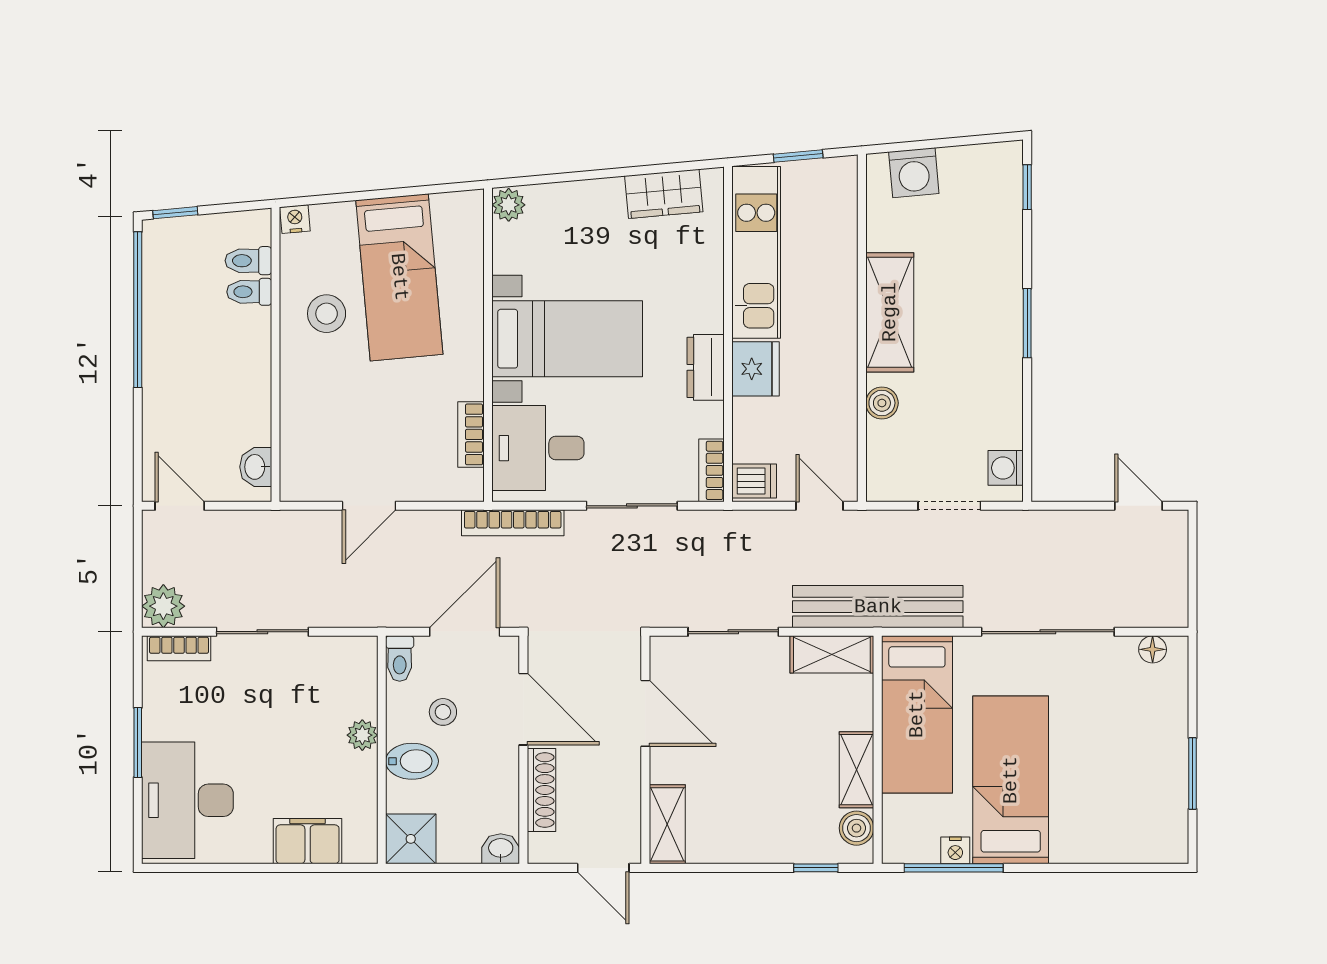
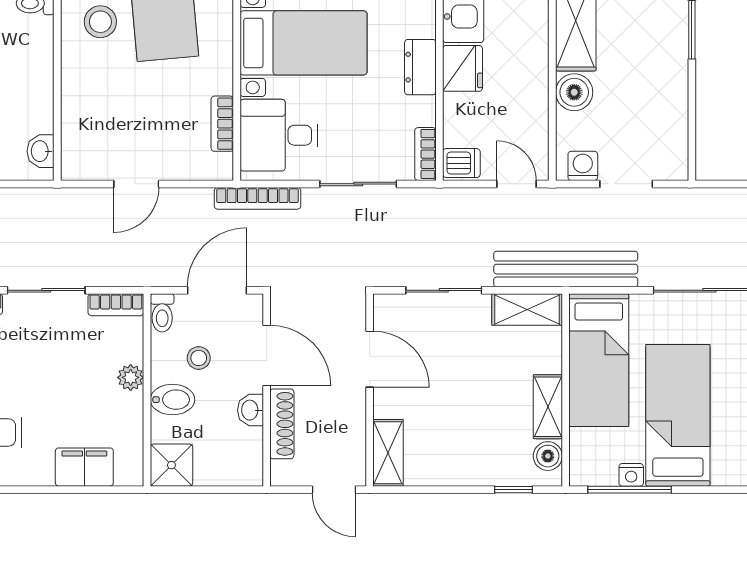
boiler: (882, 403) -> (574, 92), width x1.36, depth x1.36
washing machine: (1006, 468) -> (583, 166), moved, turned 90
bookcase: (345, 649) -> (116, 305), added
washbasin: (501, 849) -> (250, 410), moved, turned -90

